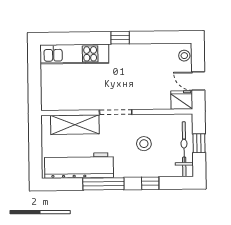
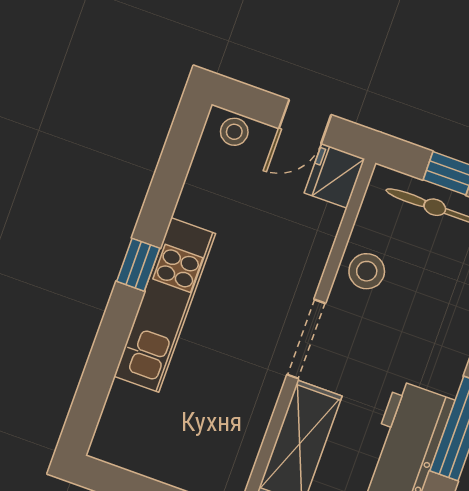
kitchen unit: (74, 54) -> (165, 305), moved
stool: (144, 144) -> (367, 271), moved

